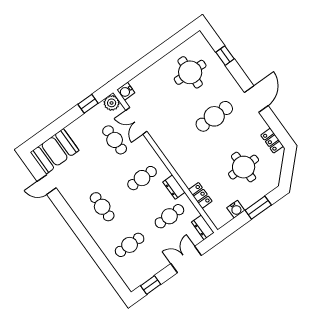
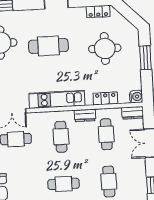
cafe table: (214, 116) -> (48, 46), turned 90
kitchen unit: (172, 154) -> (57, 99), added
water cooler: (236, 209) -> (136, 97), moved

